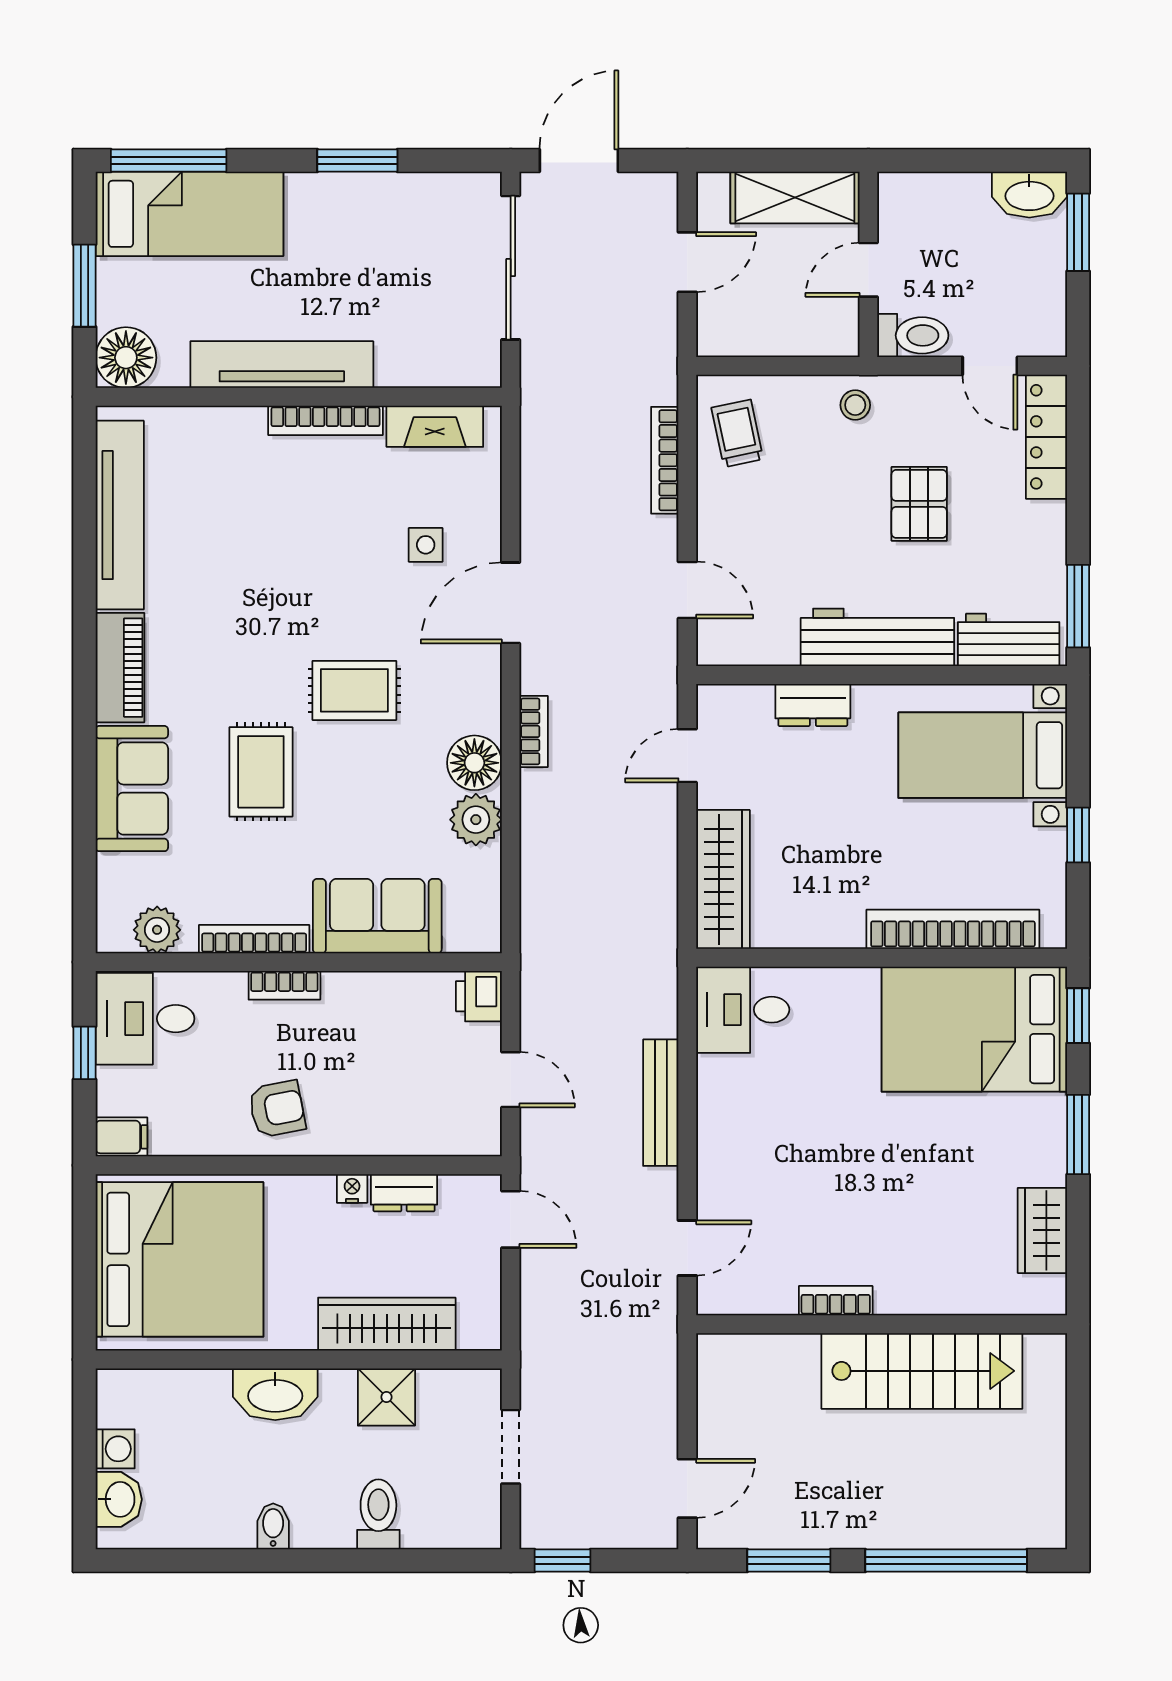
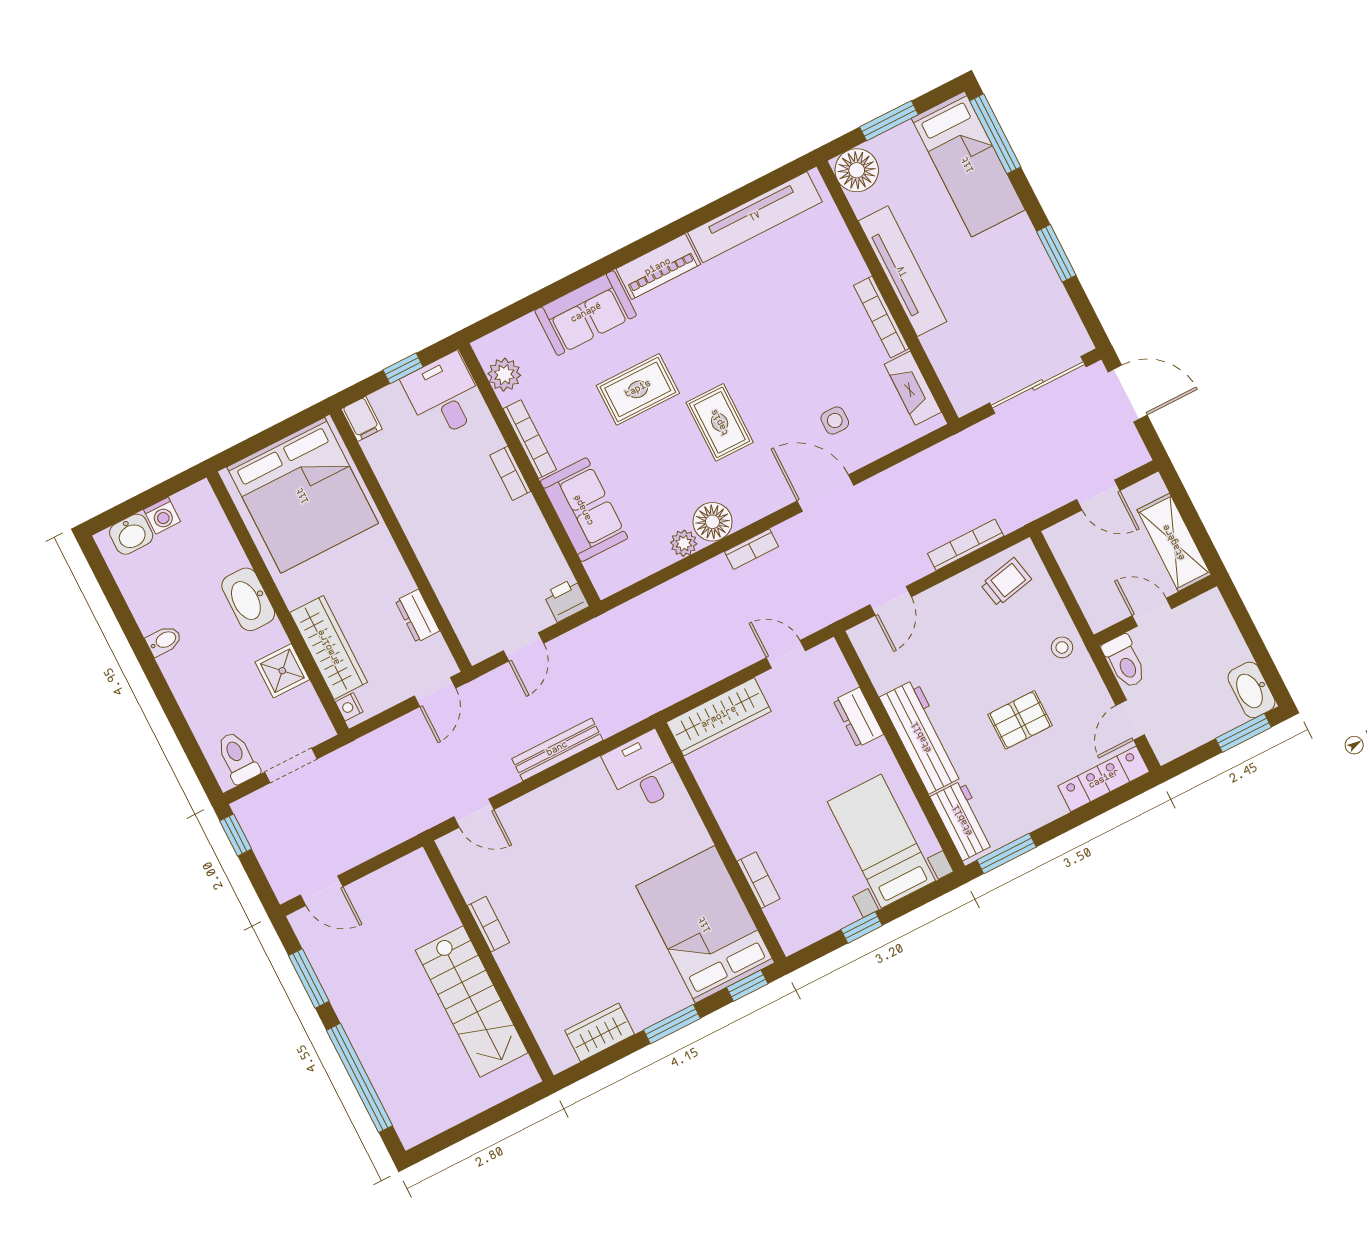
plant: (476, 820) -> (684, 543), width x0.73, depth x0.73
bookcase: (953, 929) -> (759, 880), width x0.43, depth x0.76
armchair: (277, 1109) -> (429, 508), removed
nightstand: (352, 1188) -> (349, 707), moved, turned 180
toilet: (378, 1514) -> (238, 758), moved, turned -90

